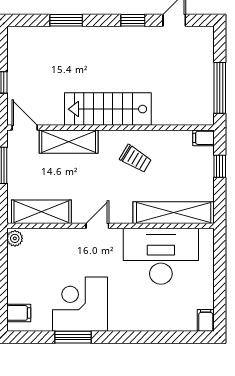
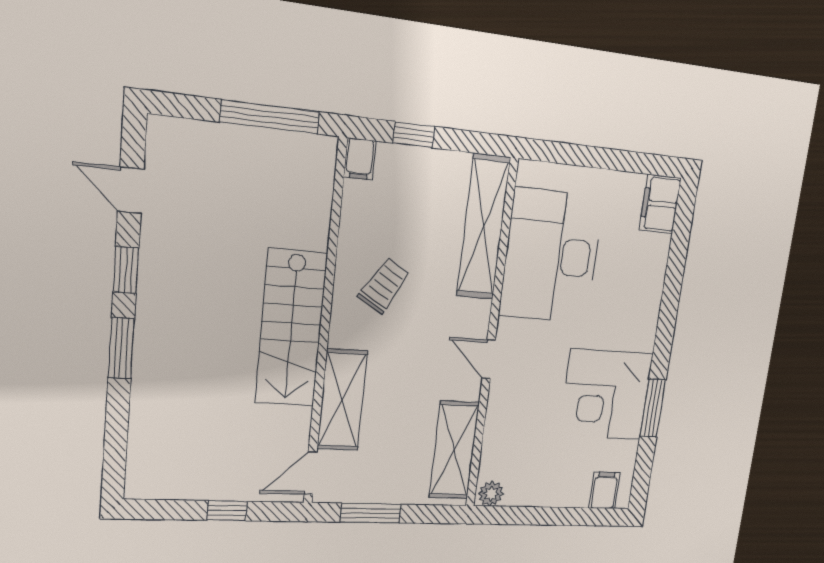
window: (66, 20) -> (121, 348), moved
filing cabinet: (206, 320) -> (660, 204), width x2.00

